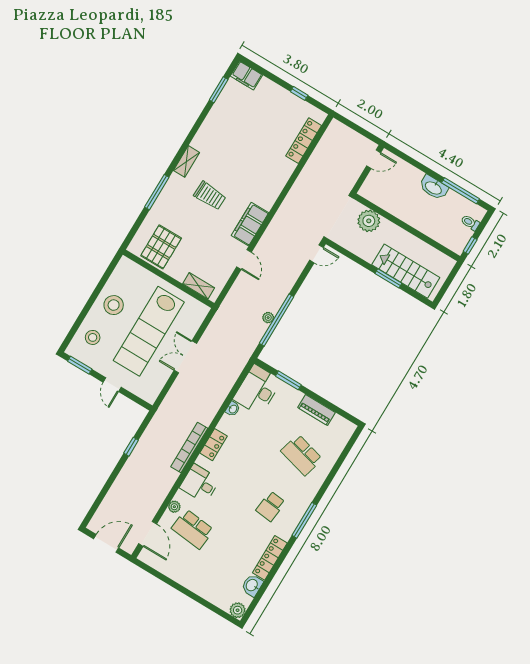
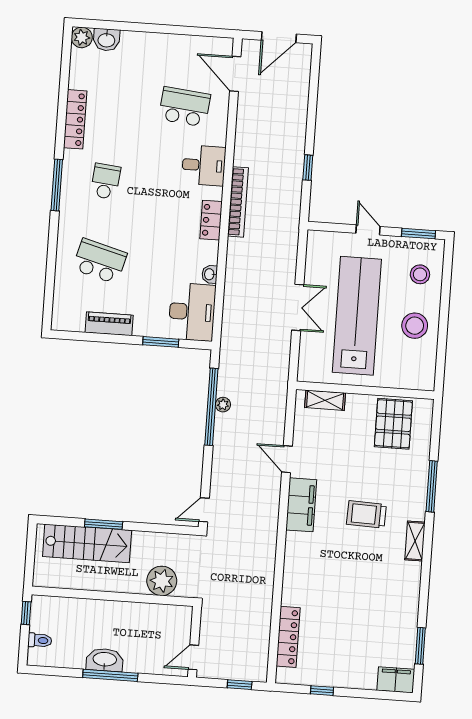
window: (352, 125) -> (240, 685), added
window: (460, 191) -> (110, 675), moved
plant: (174, 507) -> (220, 122), removed
washbasin: (252, 585) -> (106, 40), moved, turned 90

